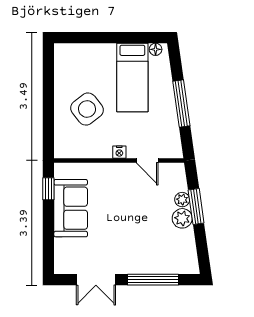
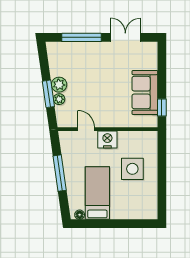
side table: (87, 109) -> (132, 169), turned 38
nightstand: (119, 152) -> (107, 139), width x1.89, depth x1.79

